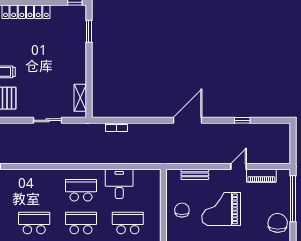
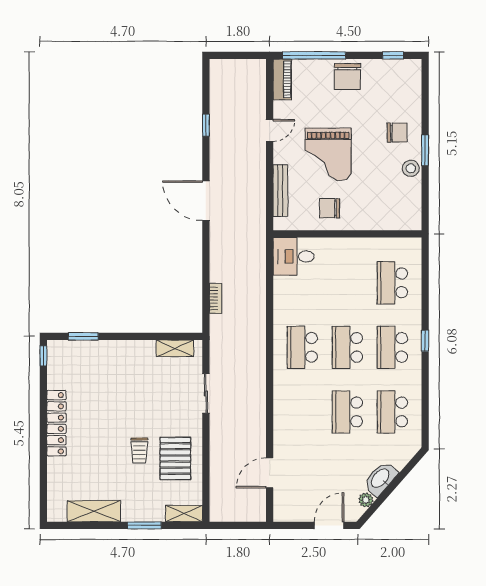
door: (239, 166) -> (270, 130), swing flipped
bench: (195, 174) -> (280, 191), width x1.36
piano: (261, 176) -> (282, 79), moved
desk: (119, 184) -> (294, 256), moved
school desk: (128, 223) -> (347, 283), removed
chair: (278, 223) -> (347, 76), turned -93

